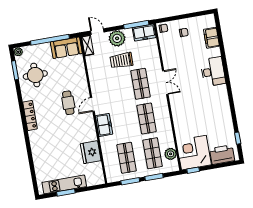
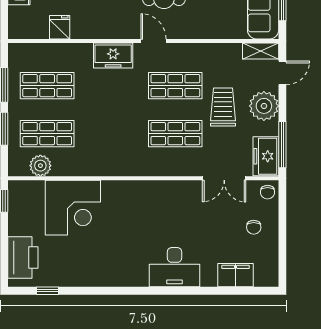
double door: (165, 83) -> (224, 178), moved
shop shelf: (147, 119) -> (175, 86), moved
fridge: (91, 152) -> (60, 27), width x0.53, depth x0.75
corner desk: (194, 153) -> (73, 208), moved, turned 90

